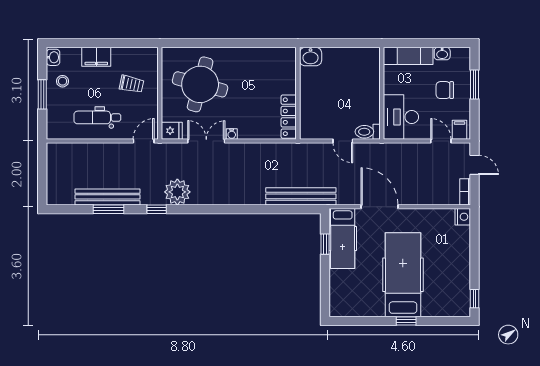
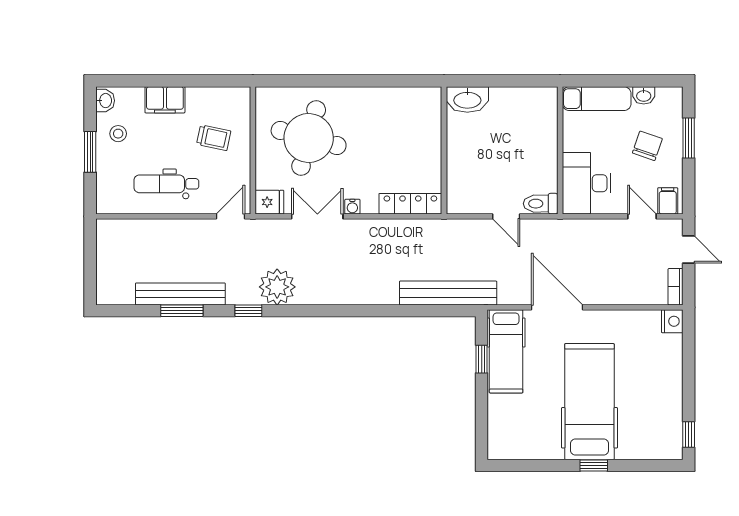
washbasin: (311, 57) -> (467, 99), width x1.38
chair: (445, 90) -> (647, 146), turned 109
locker: (289, 117) -> (410, 204), moved, turned 90

